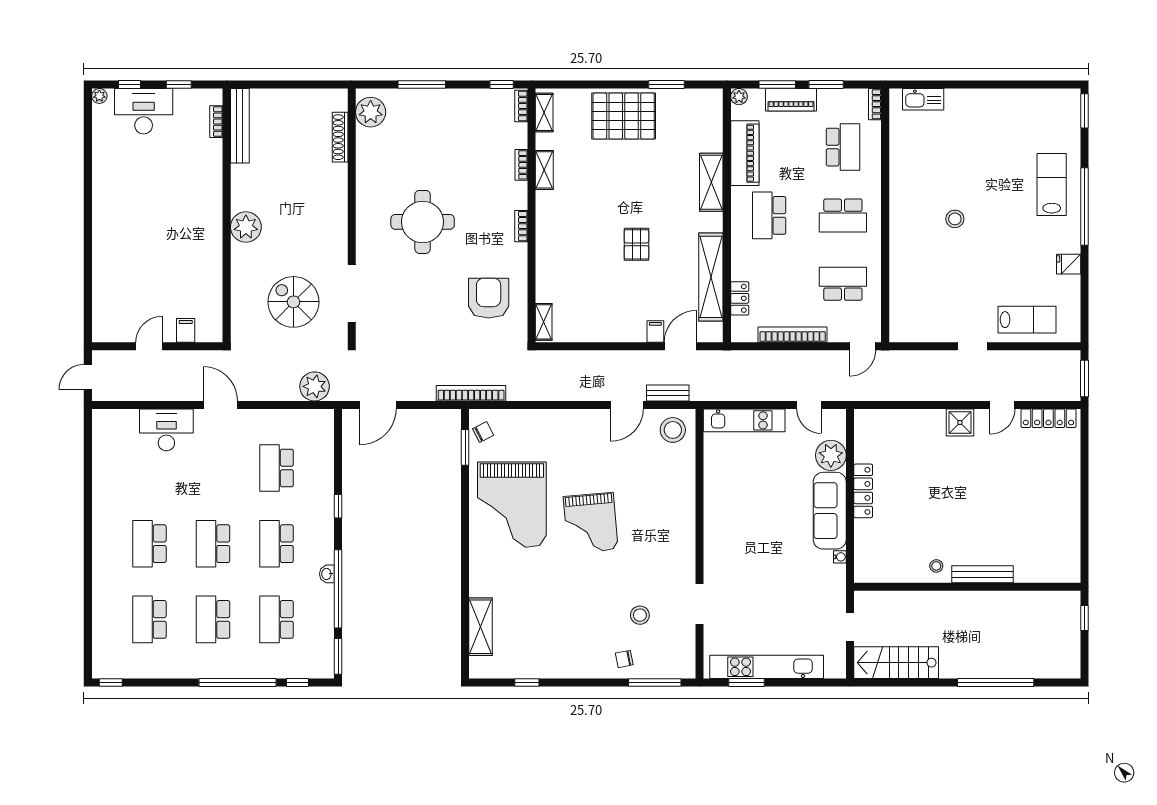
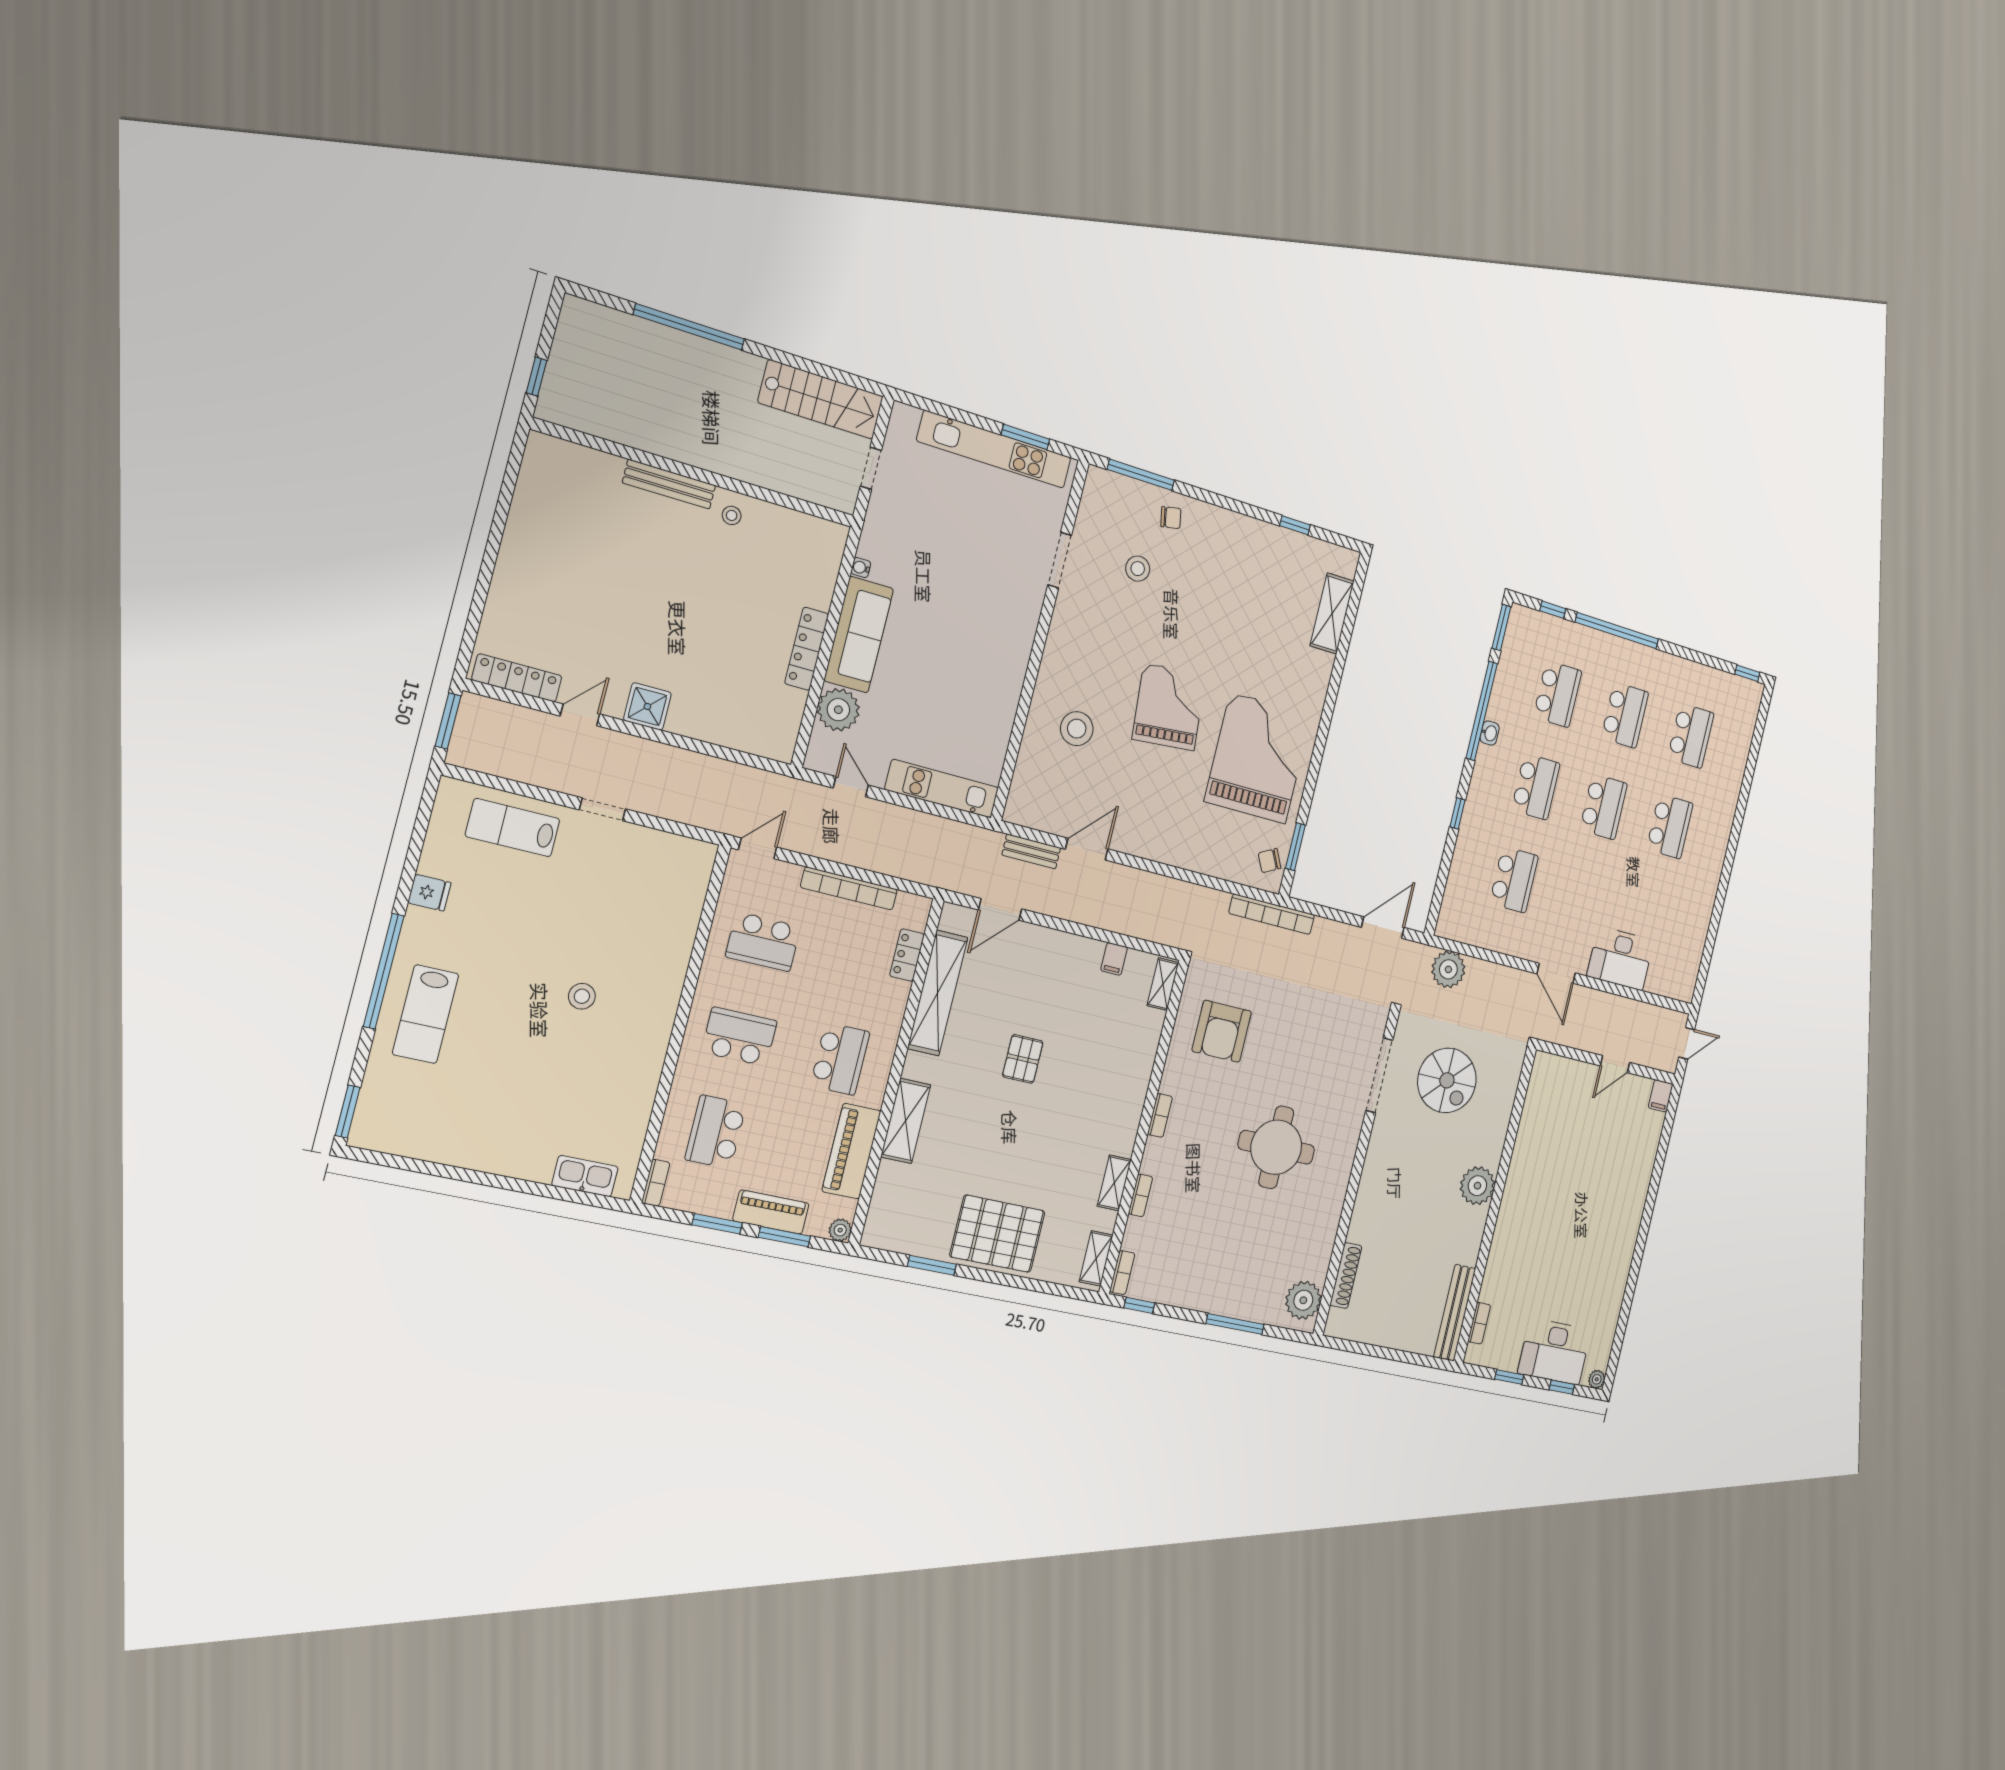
filing cabinet: (186, 330) -> (1661, 1096), moved
filing cabinet: (655, 331) -> (1114, 959), moved
stool: (673, 430) -> (1077, 729), moved

